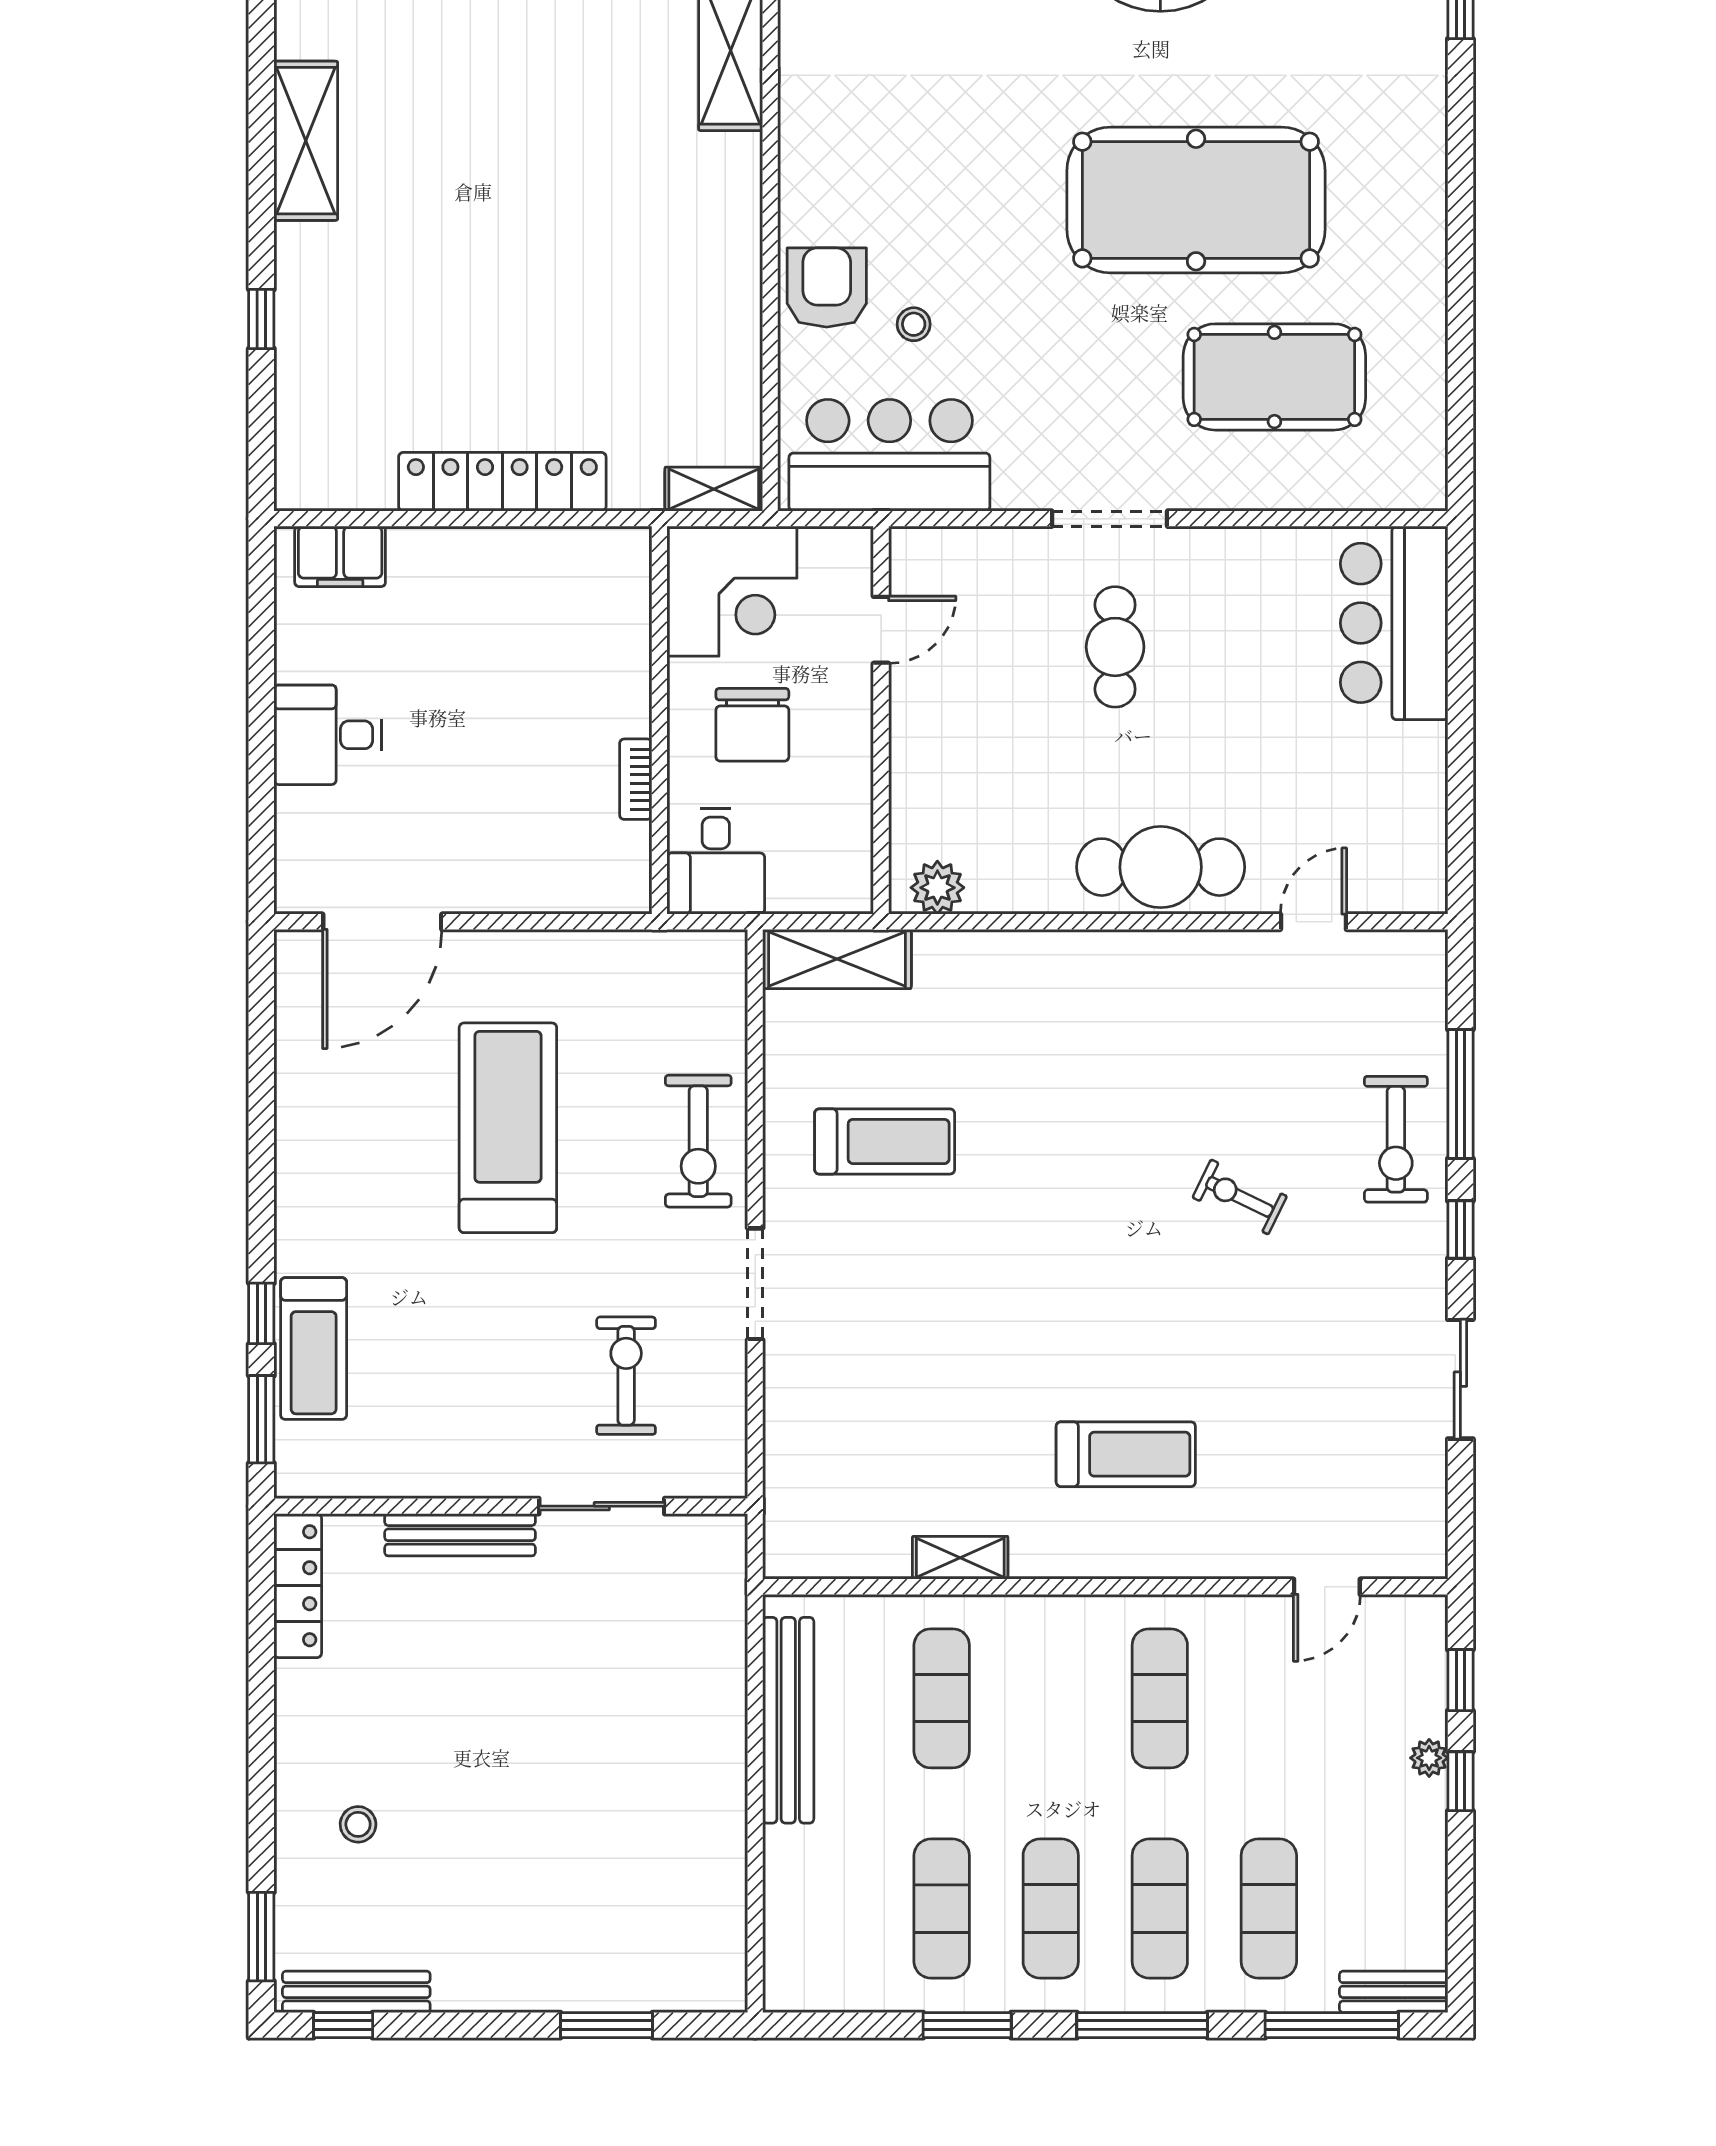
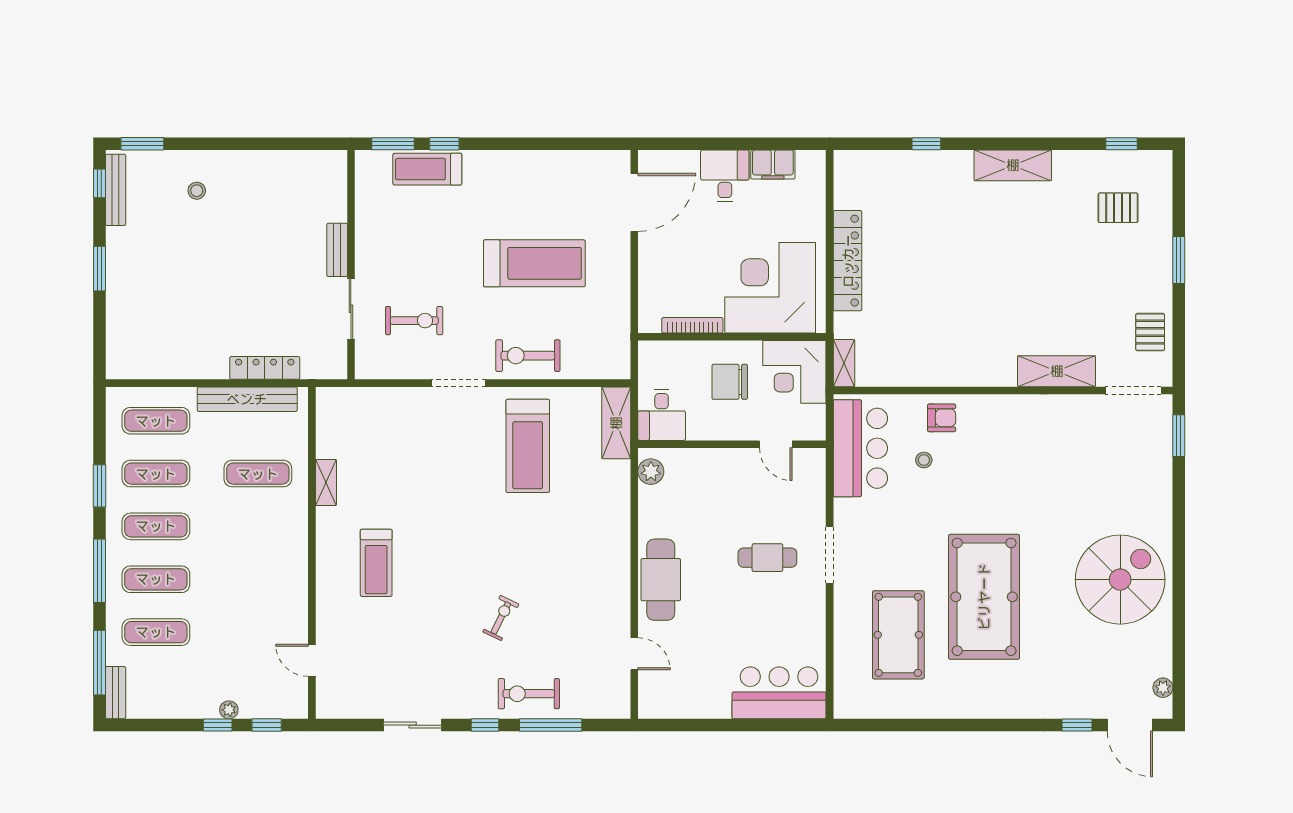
armchair: (827, 288) -> (942, 418), width x0.72, depth x0.72
filing cabinet: (340, 556) -> (773, 165), moved, turned -90
corner desk: (558, 641) -> (770, 288), added
bookcase: (636, 779) -> (692, 325), width x1.56
desk: (716, 861) -> (662, 415), moved, turned -90
door: (382, 922) -> (634, 202), swing flipped
treadmill: (885, 1141) -> (528, 446), width x1.37, depth x1.38
bench: (460, 1535) -> (337, 250), width x0.73
locker: (298, 1586) -> (265, 368), moved, turned 180
exercise mat: (1160, 1698) -> (156, 421), moved
window: (606, 2025) -> (99, 269), moved

